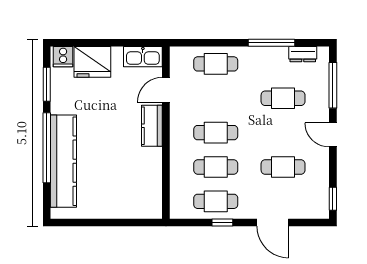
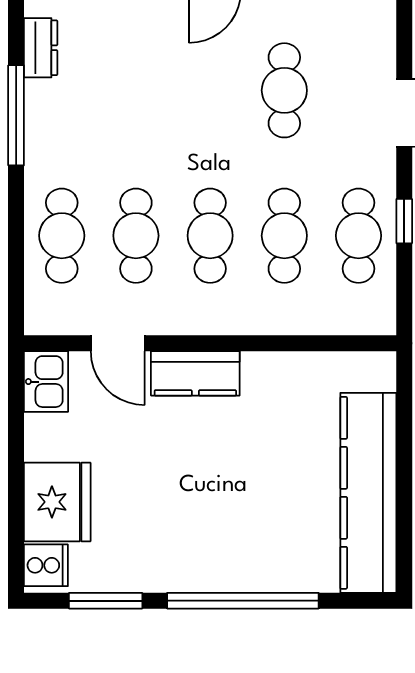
kitchen sink: (143, 57) -> (46, 382), width x0.73
cafe table: (283, 98) -> (136, 236), moved
kitchen counter: (63, 161) -> (368, 493), moved, turned -90

